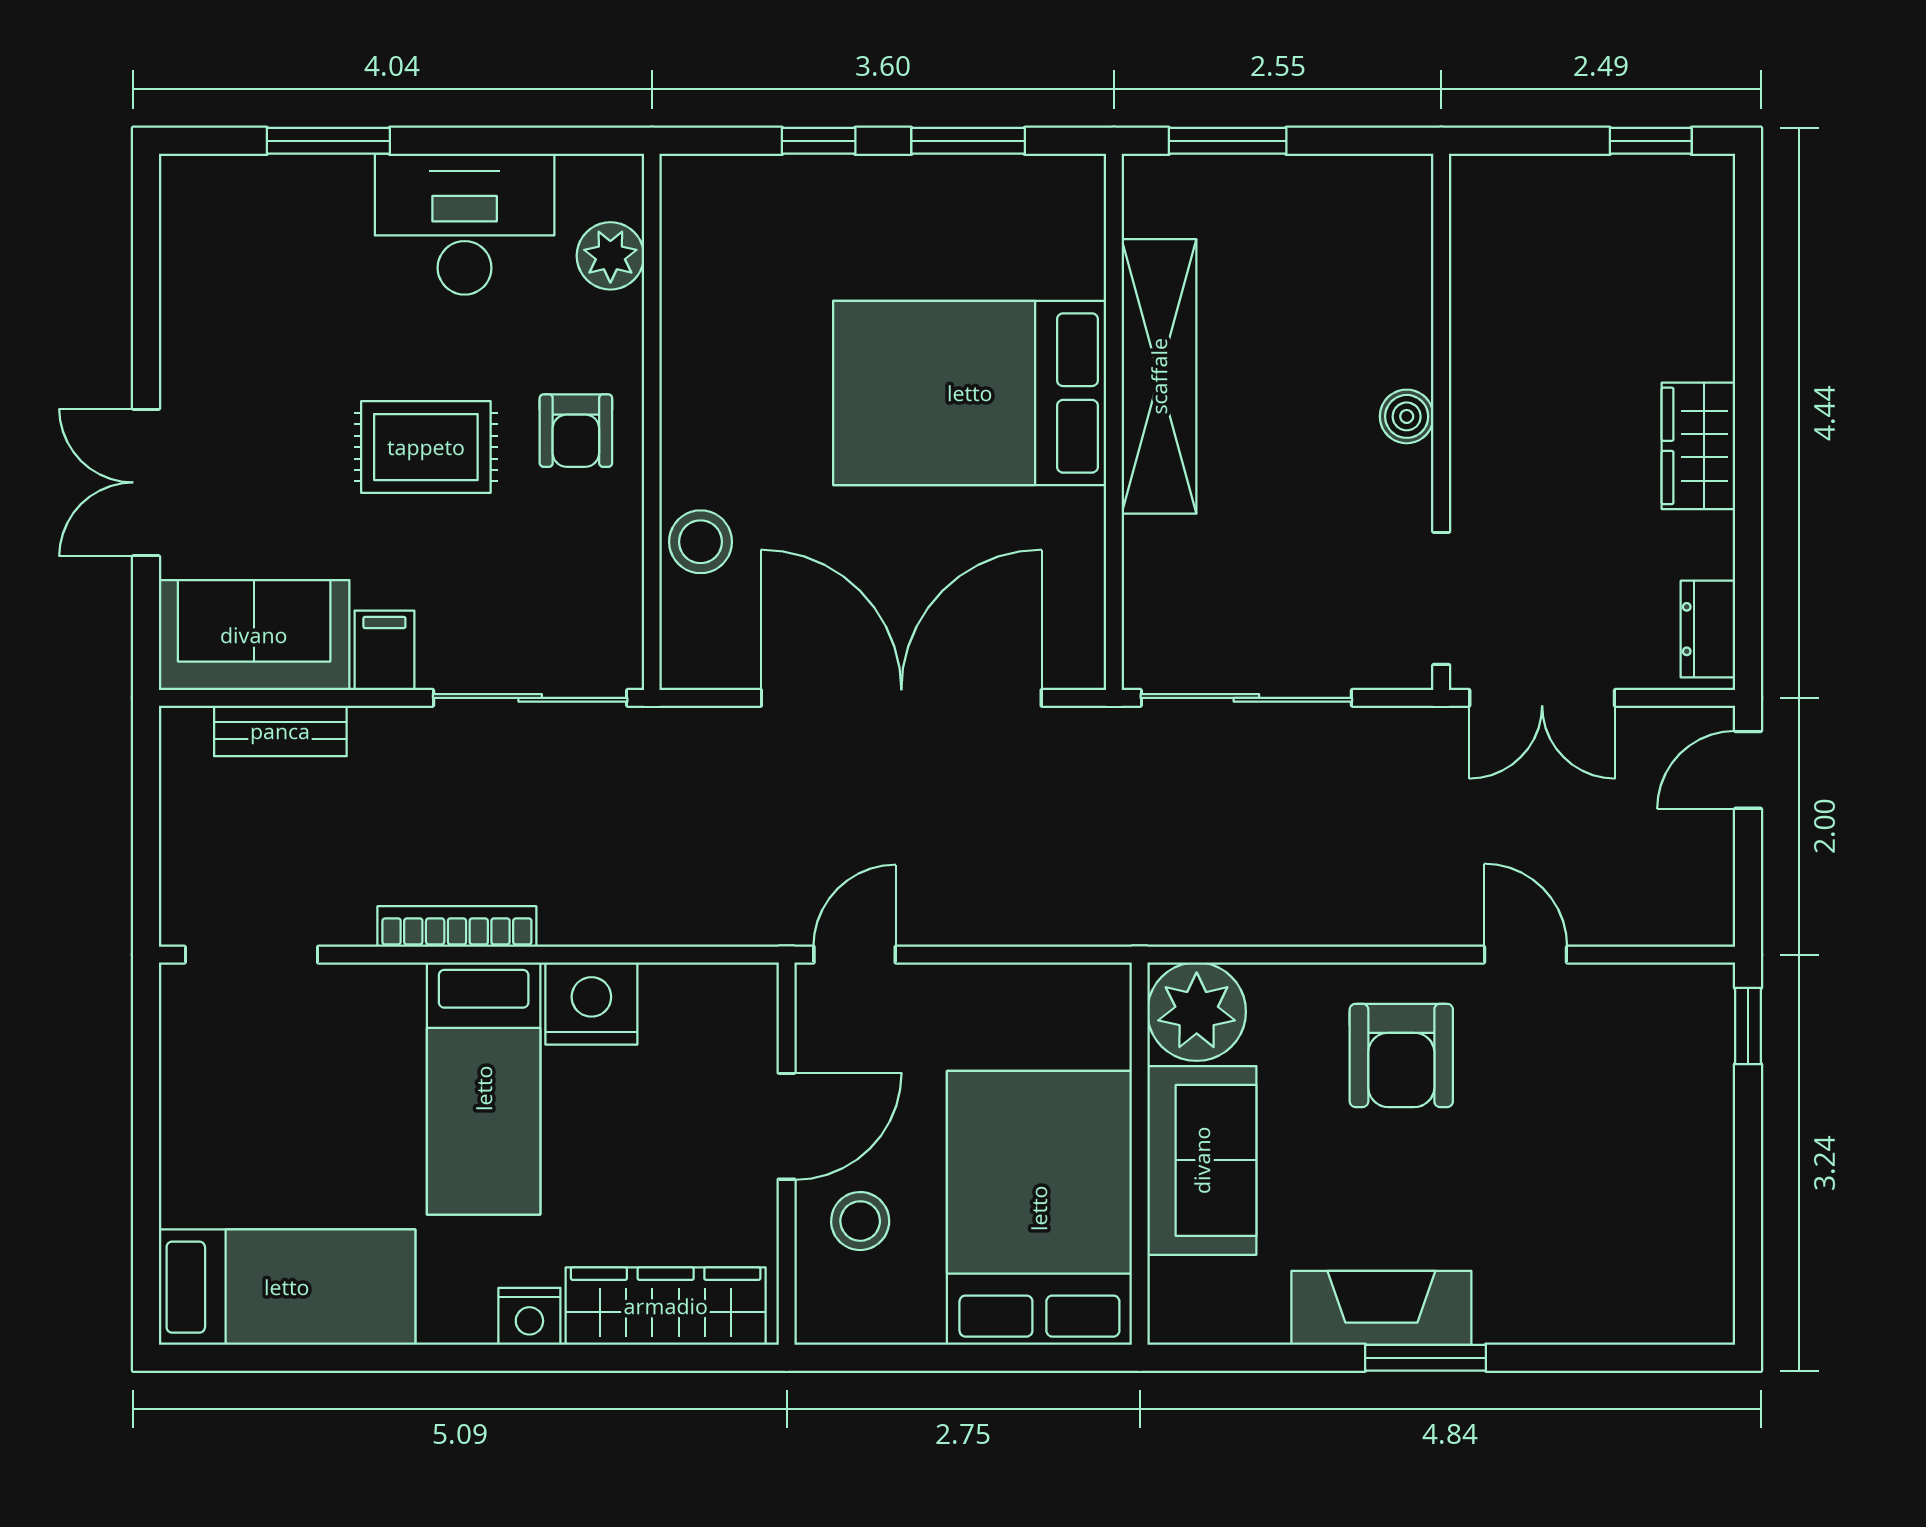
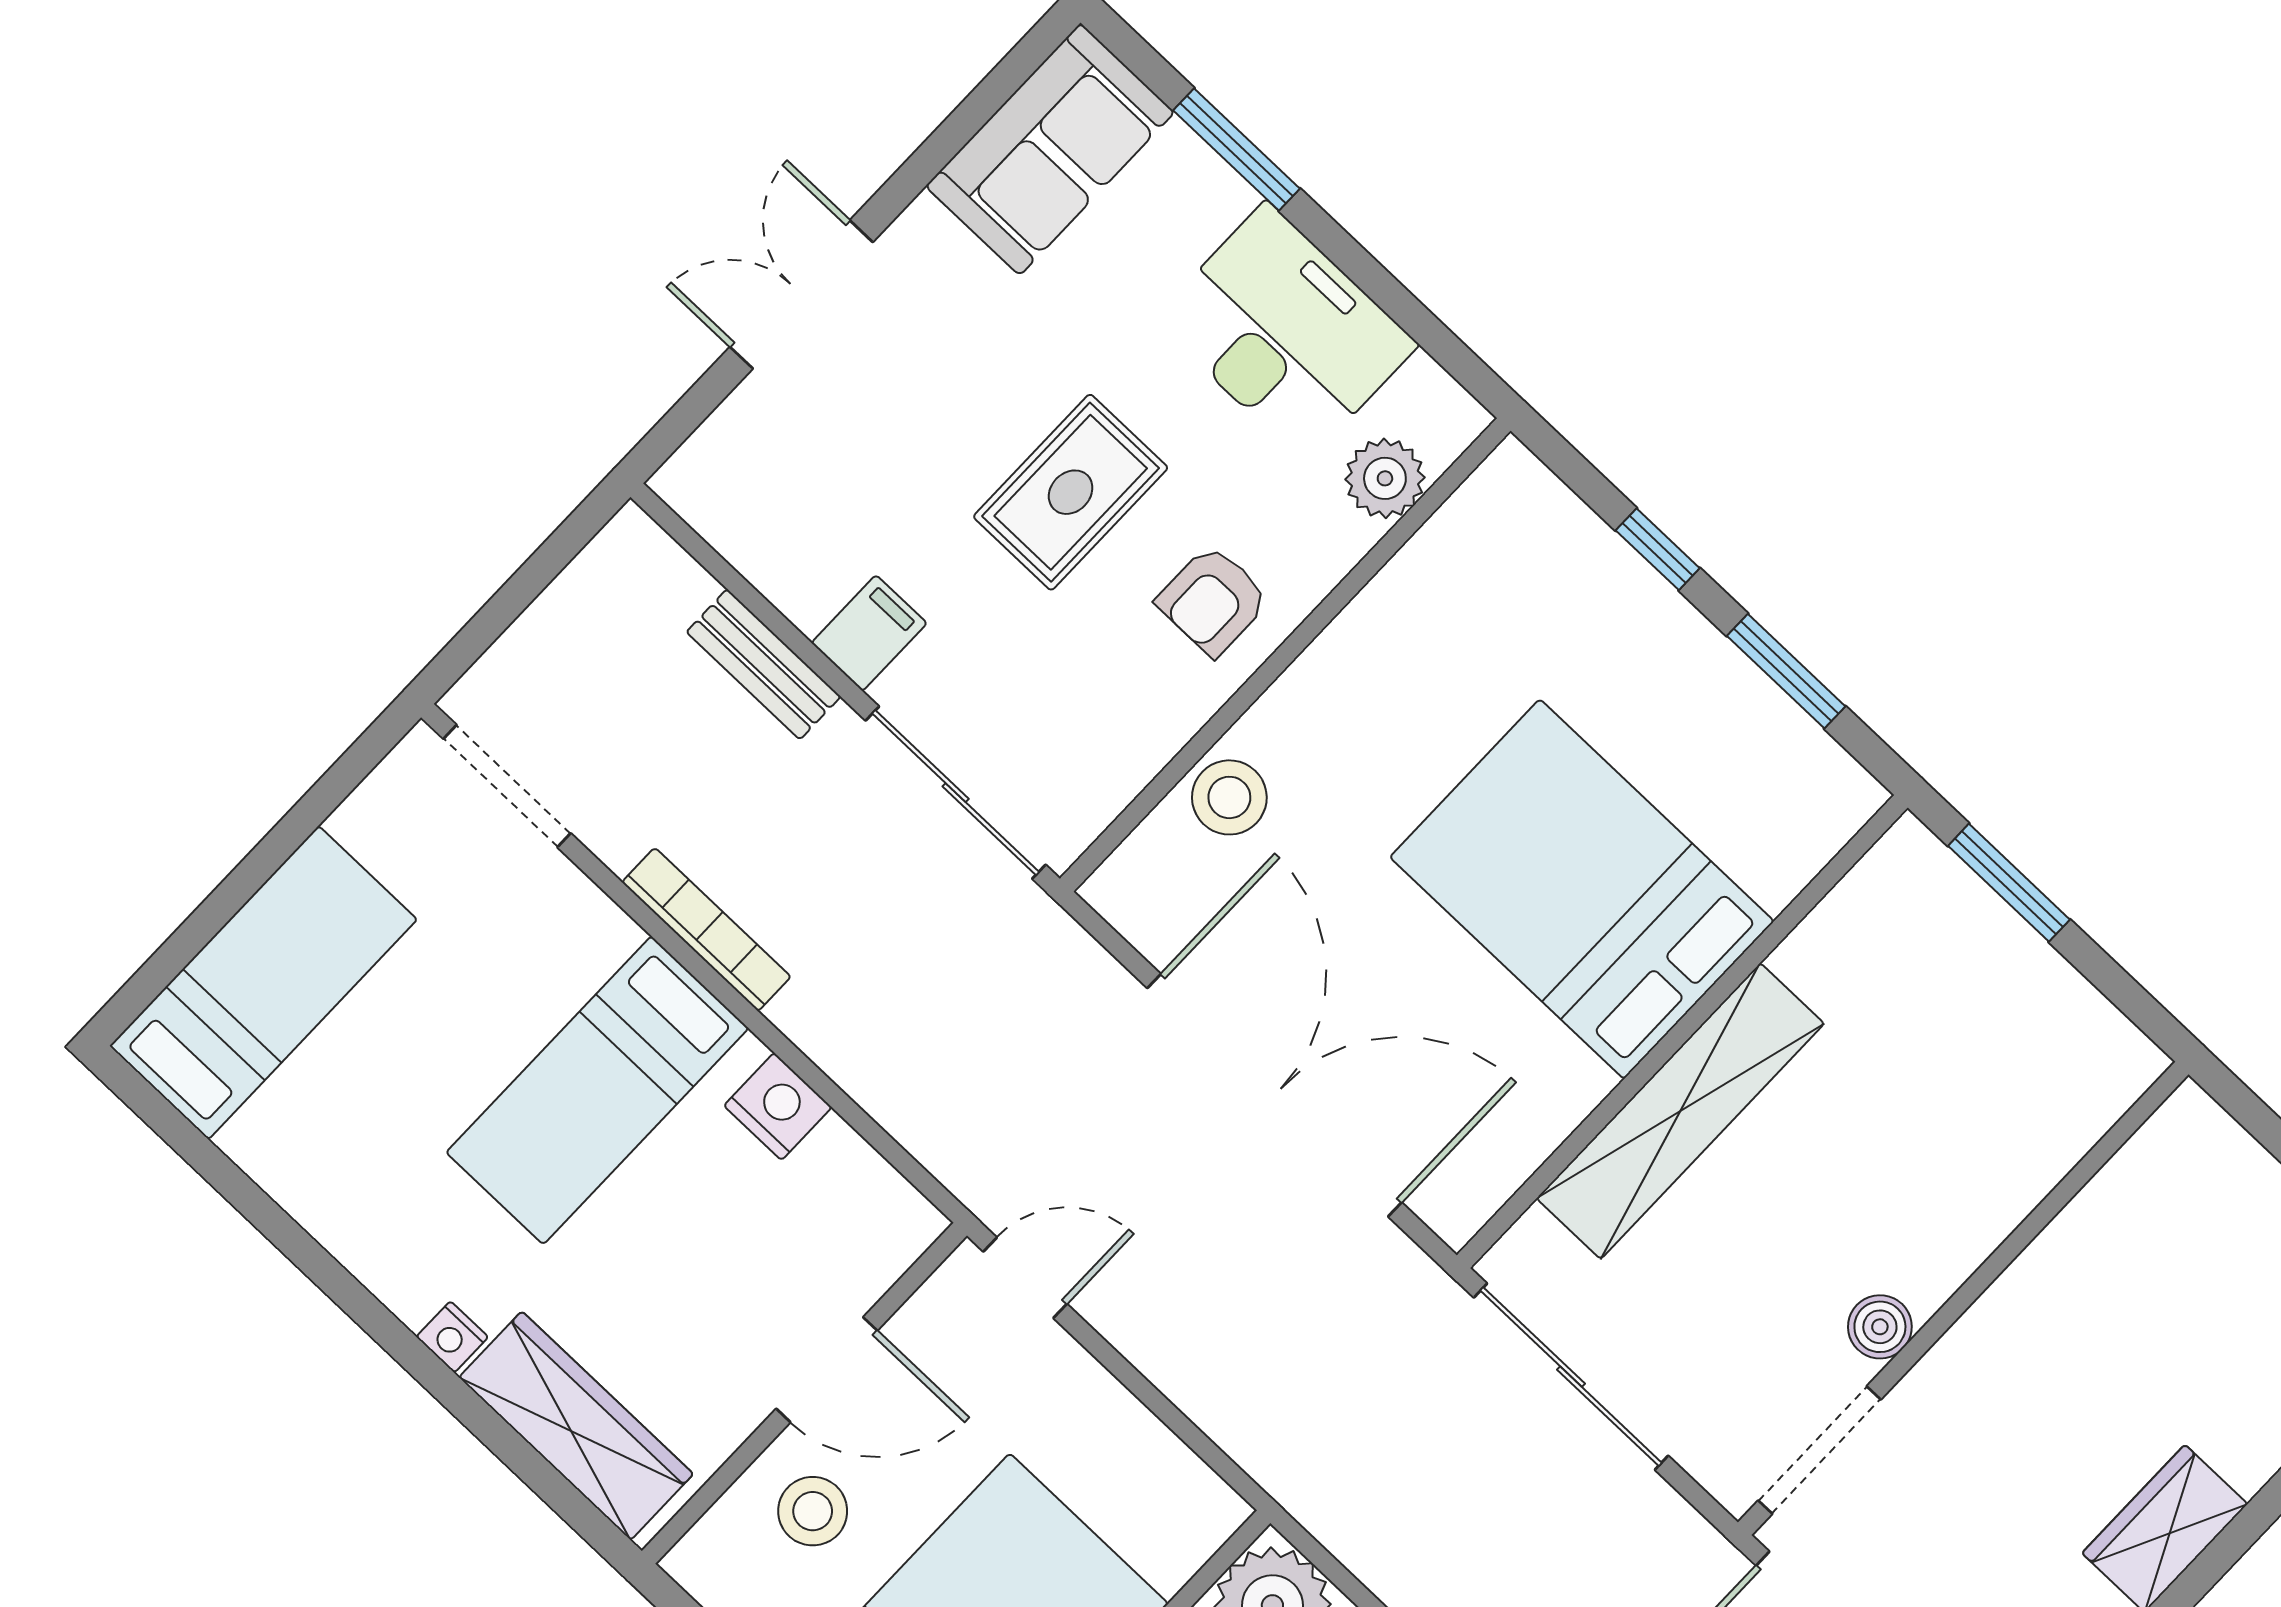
shelving: (1159, 376) -> (1680, 1111), moved
boiler: (1407, 416) -> (1880, 1327), moved
rug: (426, 447) -> (1071, 492), turned 90
sofa: (254, 635) -> (1050, 149), moved, turned 90
bench: (280, 731) -> (764, 664), moved
nightstand: (591, 1004) -> (778, 1106), width x0.74, depth x0.75
bed: (287, 1287) -> (263, 983), moved, turned -90
nightstand: (529, 1316) -> (452, 1337), width x0.72, depth x0.74

